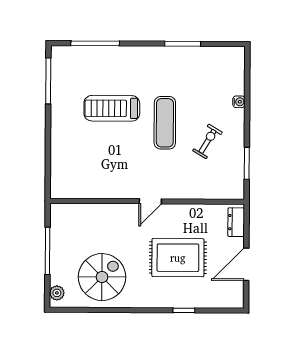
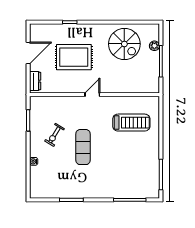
treadmill: (112, 108) -> (131, 123), moved
spiral stairs: (102, 277) -> (124, 44), turned -90
plant: (57, 293) -> (154, 46), moved

